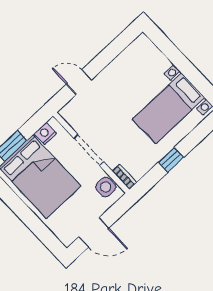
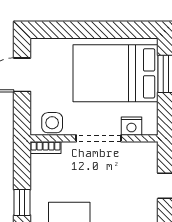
nightstand: (45, 134) -> (131, 126), moved, turned 90

